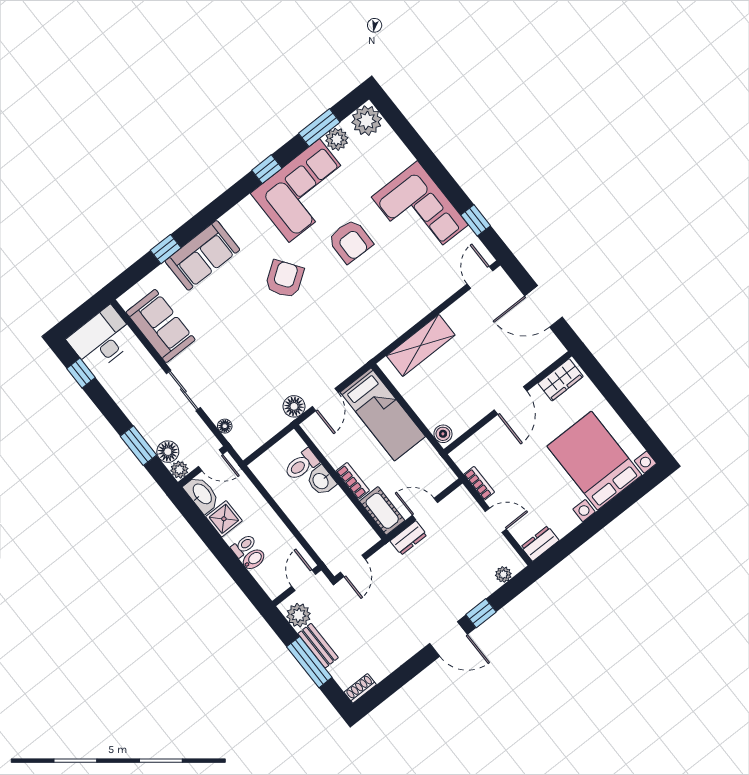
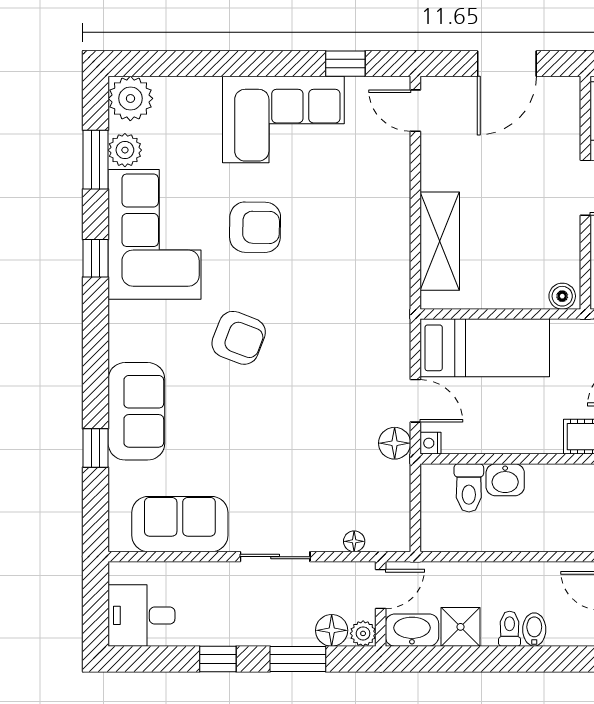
armchair: (285, 279) -> (239, 338), turned 146
desk: (102, 339) -> (141, 615), width x0.73
window: (81, 373) -> (218, 659), moved
nightstand: (309, 425) -> (430, 443), added
bookcase: (353, 481) -> (534, 443), removed

